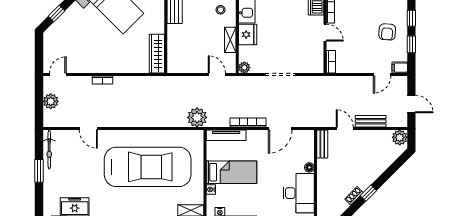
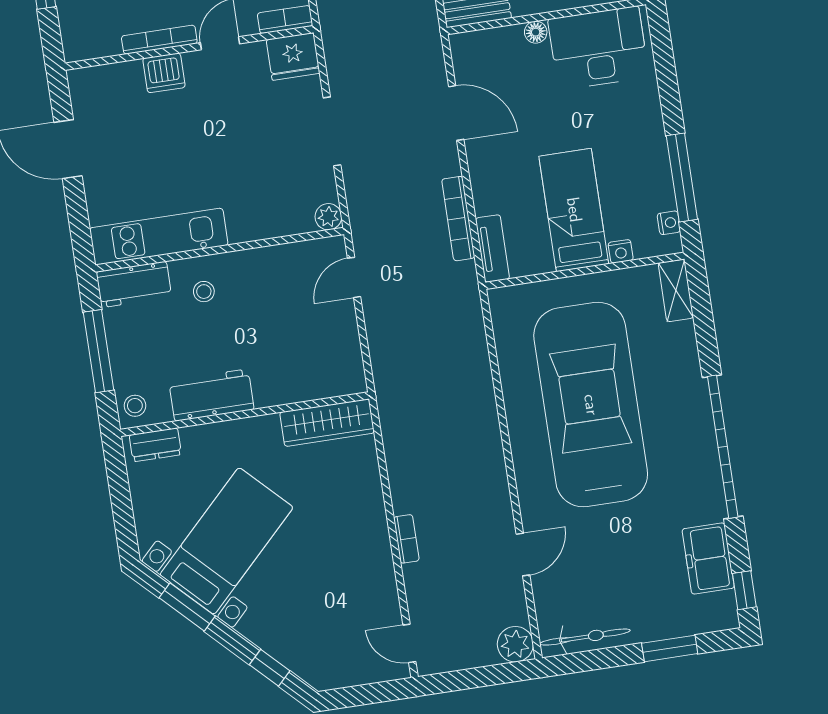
fridge: (248, 35) -> (293, 56), moved, turned 180
shelving: (230, 40) -> (270, 259), removed
plant: (51, 101) -> (515, 644), moved
plant: (197, 117) -> (460, 308), removed
bookcase: (248, 123) -> (458, 219), moved
tv unit: (226, 135) -> (493, 248), width x0.71
window: (39, 171) -> (670, 648), moved

